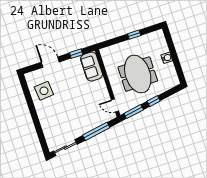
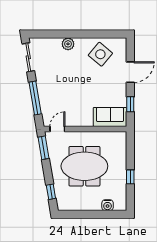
water cooler: (167, 58) -> (108, 205), moved
side table: (44, 91) -> (100, 54), turned 45
window: (154, 101) -> (51, 192), moved
plant: (44, 119) -> (68, 44), added

